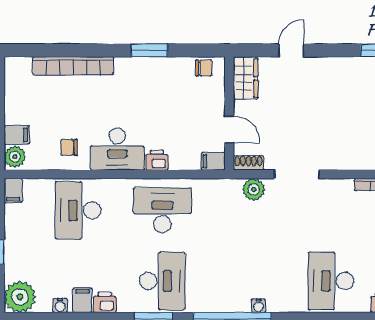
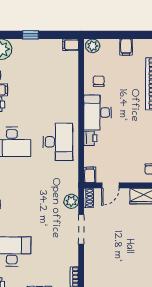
filing cabinet: (17, 135) -> (126, 47), moved
desk: (78, 210) -> (58, 87), removed

